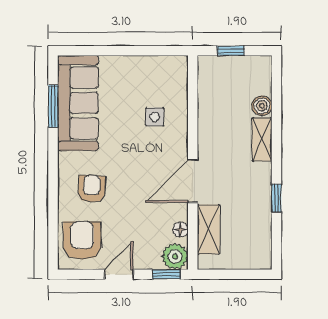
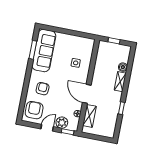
door: (193, 181) -> (87, 94), hinge flipped
plant: (175, 256) -> (62, 123), moved

